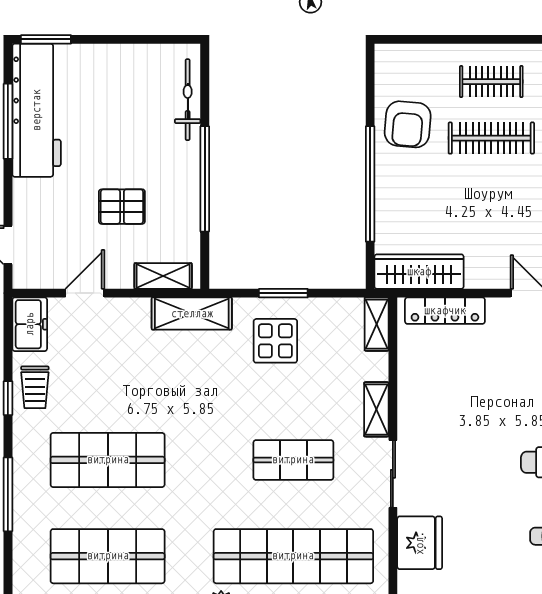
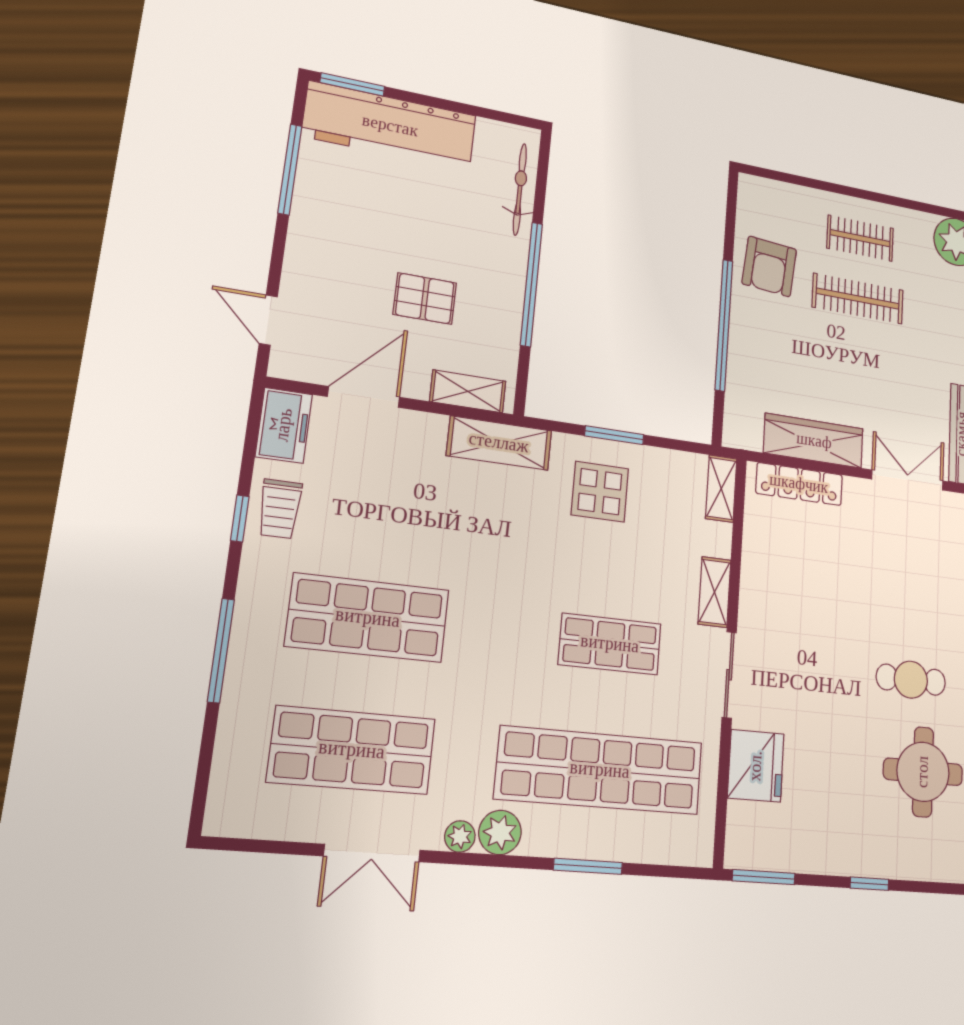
workbench: (37, 110) -> (390, 126), moved, turned 90
wardrobe: (419, 272) -> (814, 441), moved
door: (85, 293) -> (364, 397), width x1.38

